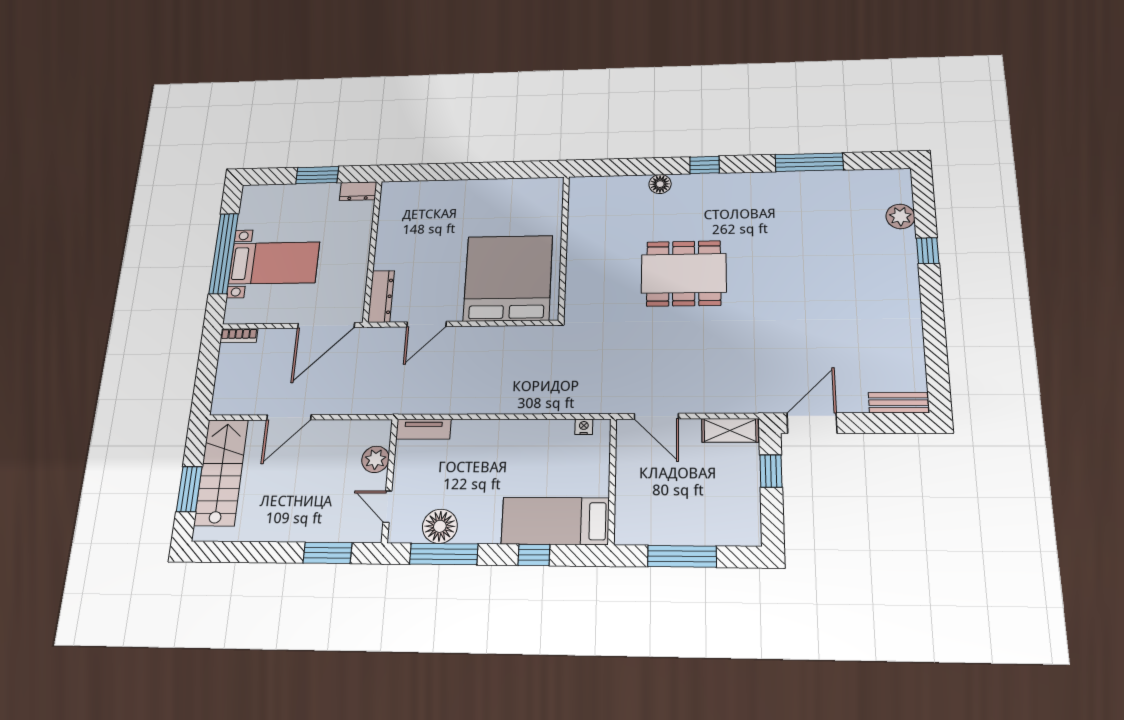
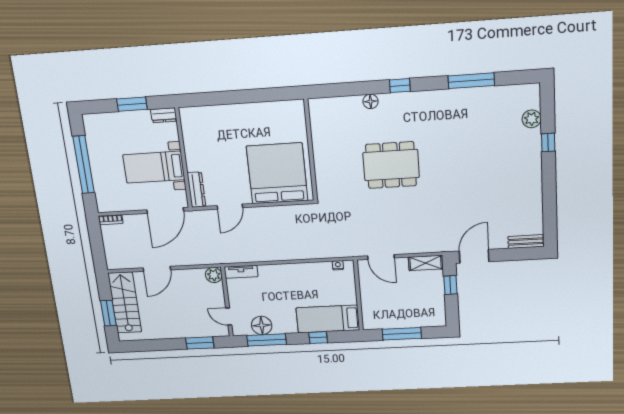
bed with nightstands: (274, 263) -> (154, 167), moved, turned 180
plant: (375, 459) -> (214, 275), moved

